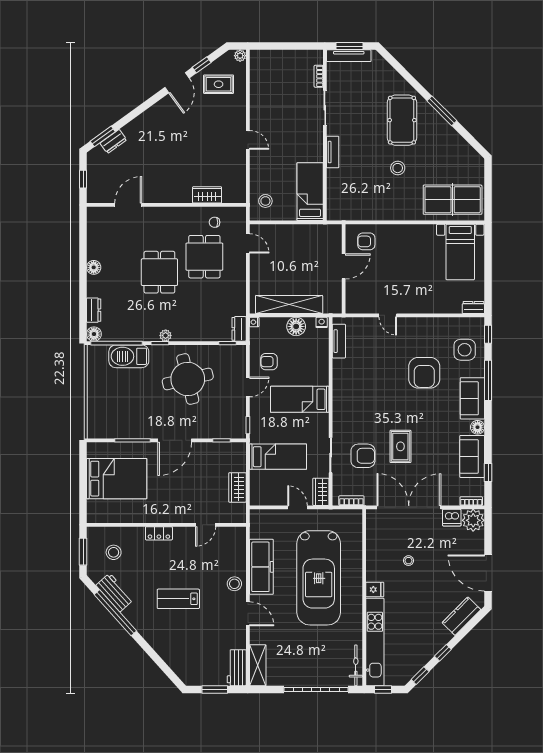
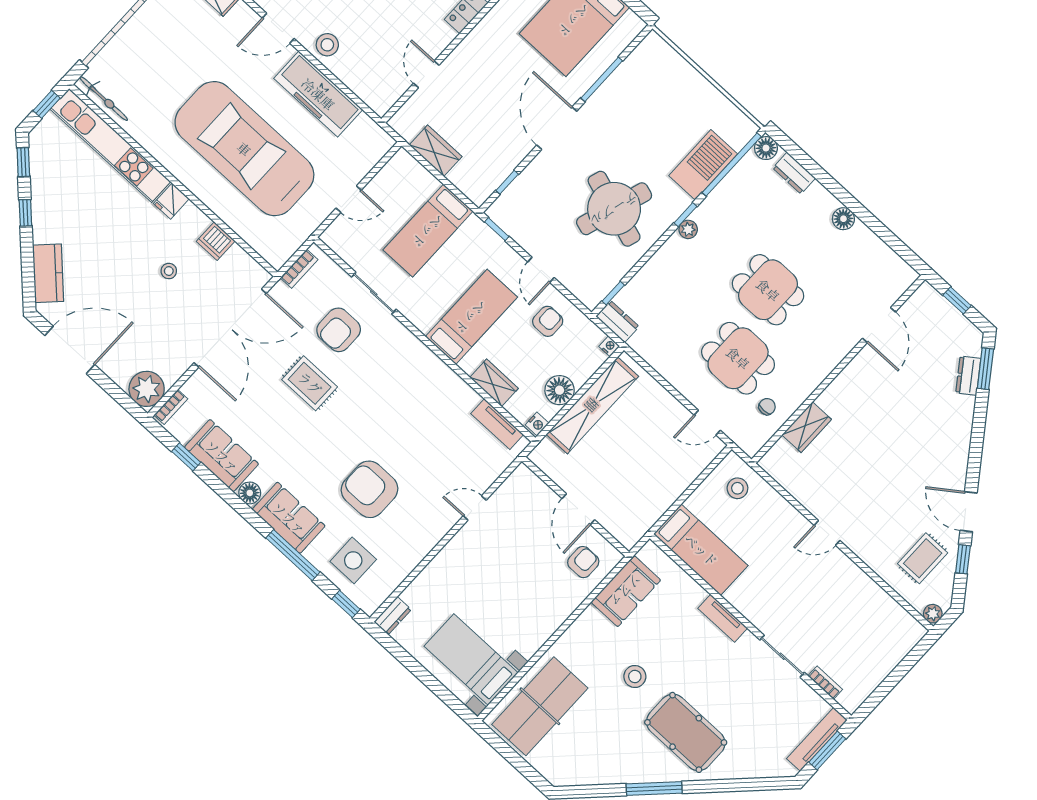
sofa: (362, 209) -> (626, 591), added
round table: (188, 379) -> (614, 209), turned 31
wardrobe: (321, 492) -> (494, 383), moved
dishwasher: (452, 518) -> (216, 241), moved, turned -90

